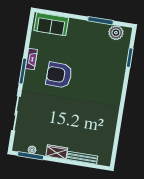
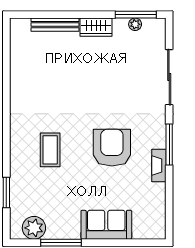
sofa: (51, 24) -> (106, 225), moved
armchair: (59, 75) -> (112, 148), turned -91
coffee table: (98, 80) -> (50, 150), added

